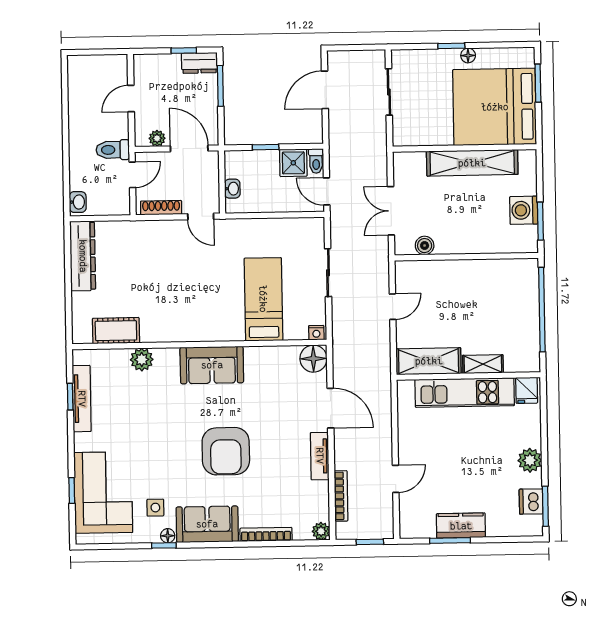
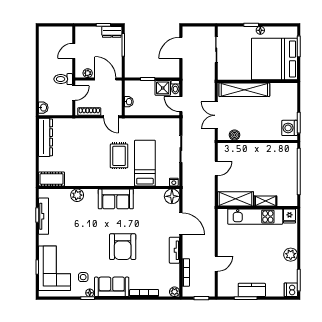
shelving: (472, 163) -> (244, 90), moved
washing machine: (524, 210) -> (290, 128), moved
rug: (216, 287) -> (119, 156), added
cot: (116, 331) -> (52, 179), moved
dishwasher: (531, 502) -> (291, 290), moved

